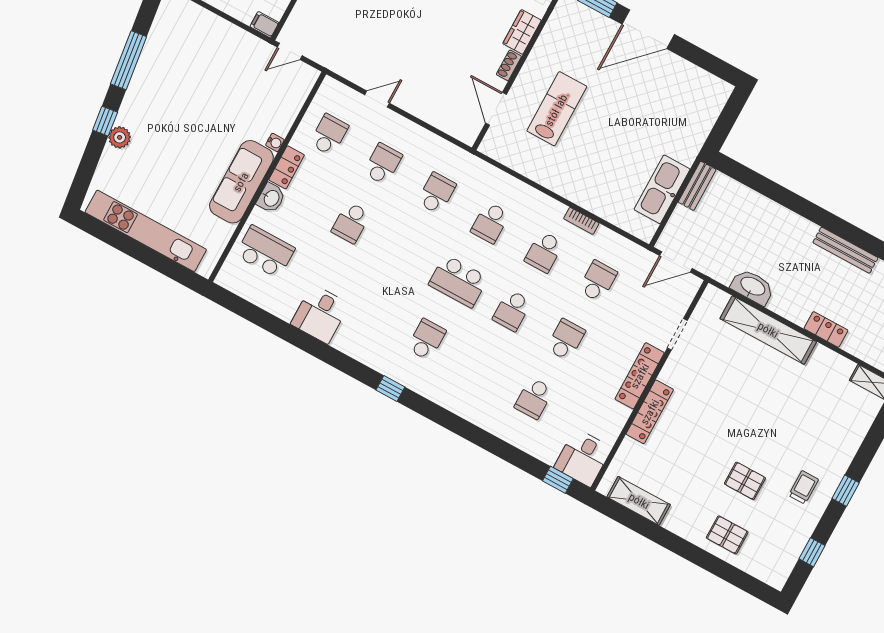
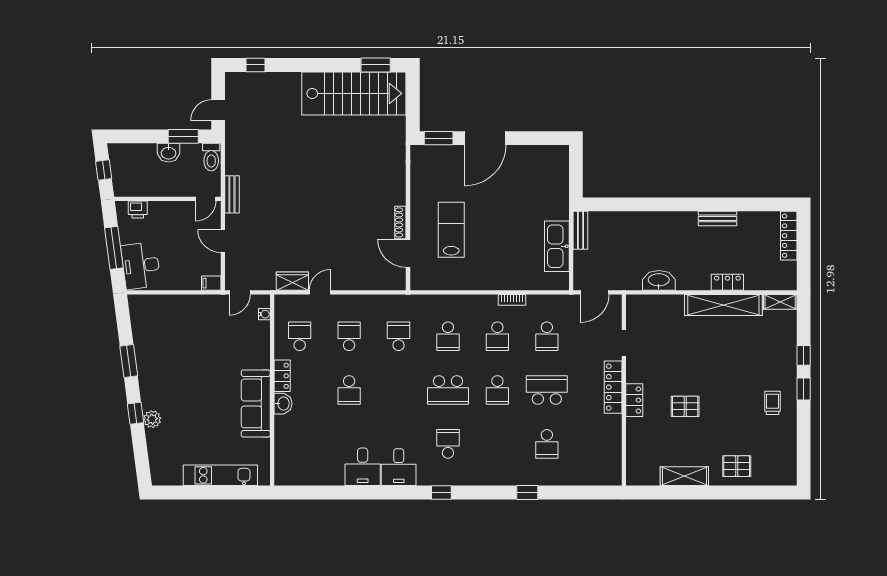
wardrobe: (522, 32) -> (292, 281), moved, turned 90
window: (129, 60) -> (129, 361), width x0.69
shoe rack: (509, 65) -> (400, 222), width x1.43
water cooler: (275, 142) -> (264, 314), moved
kitchen unit: (146, 231) -> (220, 475), width x0.73
bench: (845, 250) -> (717, 218), width x0.73
school desk: (265, 252) -> (300, 444), removed
school desk: (598, 281) -> (547, 336), turned 180
shelving: (768, 330) -> (723, 305), moved
school desk: (566, 340) -> (547, 390), width x1.85
locker: (650, 412) -> (634, 400), width x0.66
desk: (583, 458) -> (399, 467), moved
window: (558, 480) -> (527, 493), moved
pallet: (745, 481) -> (685, 406), moved
shelving: (639, 501) -> (684, 476), moved
window: (812, 552) -> (804, 355), moved

